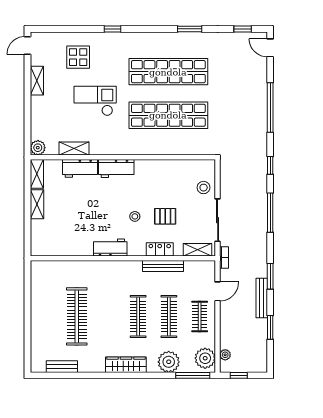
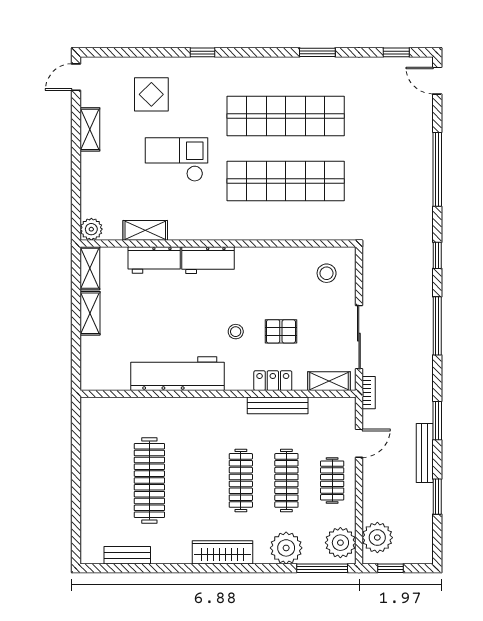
stool: (204, 188) -> (327, 273), moved
workbench: (110, 248) -> (177, 374), width x1.88, depth x1.32
plant: (225, 355) -> (377, 538), width x1.87, depth x1.87

